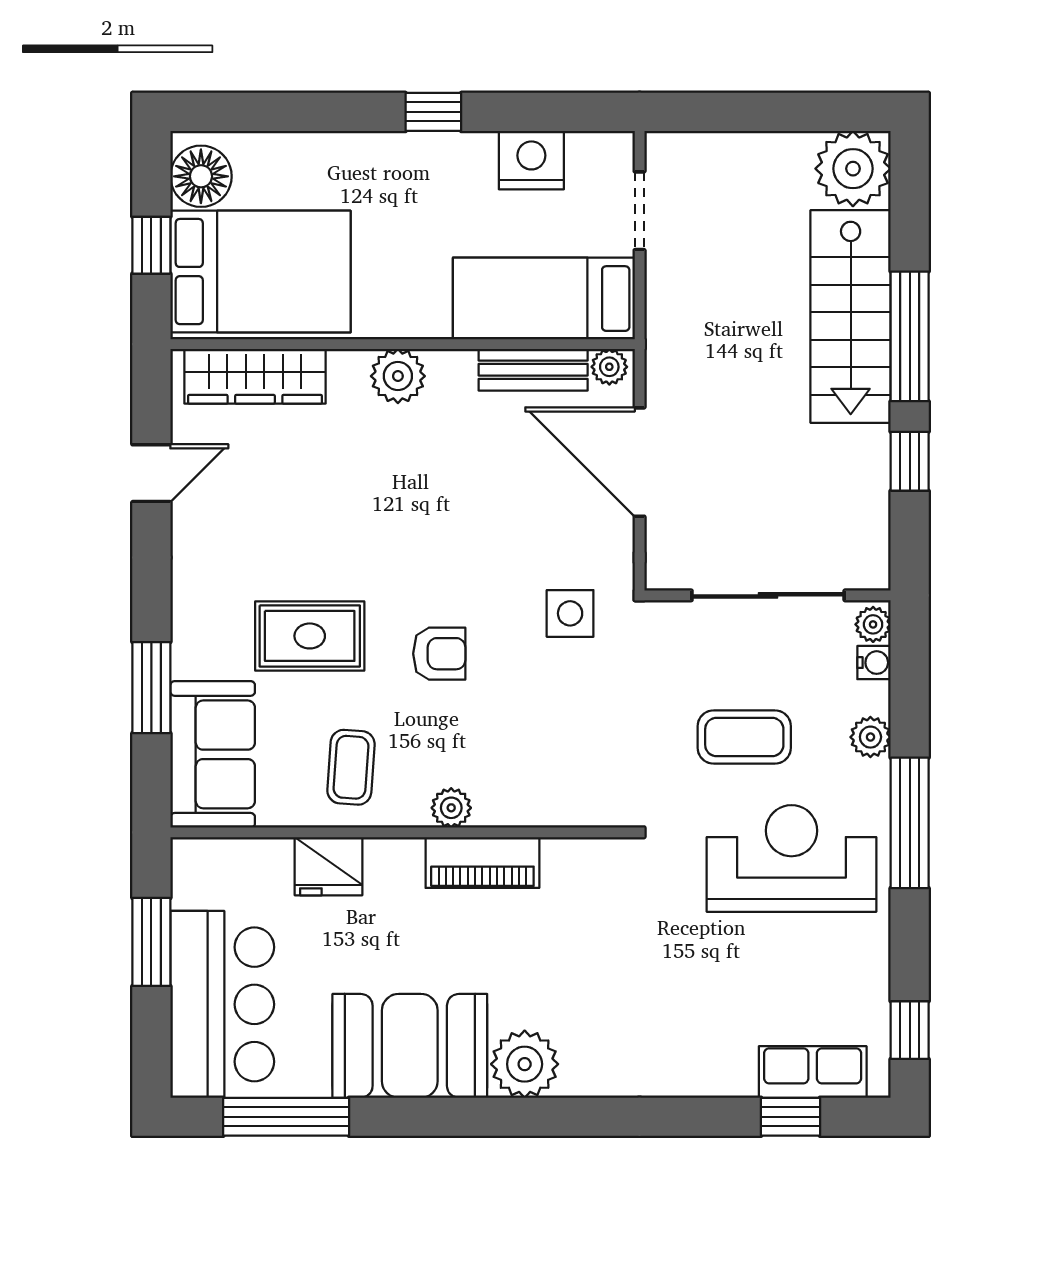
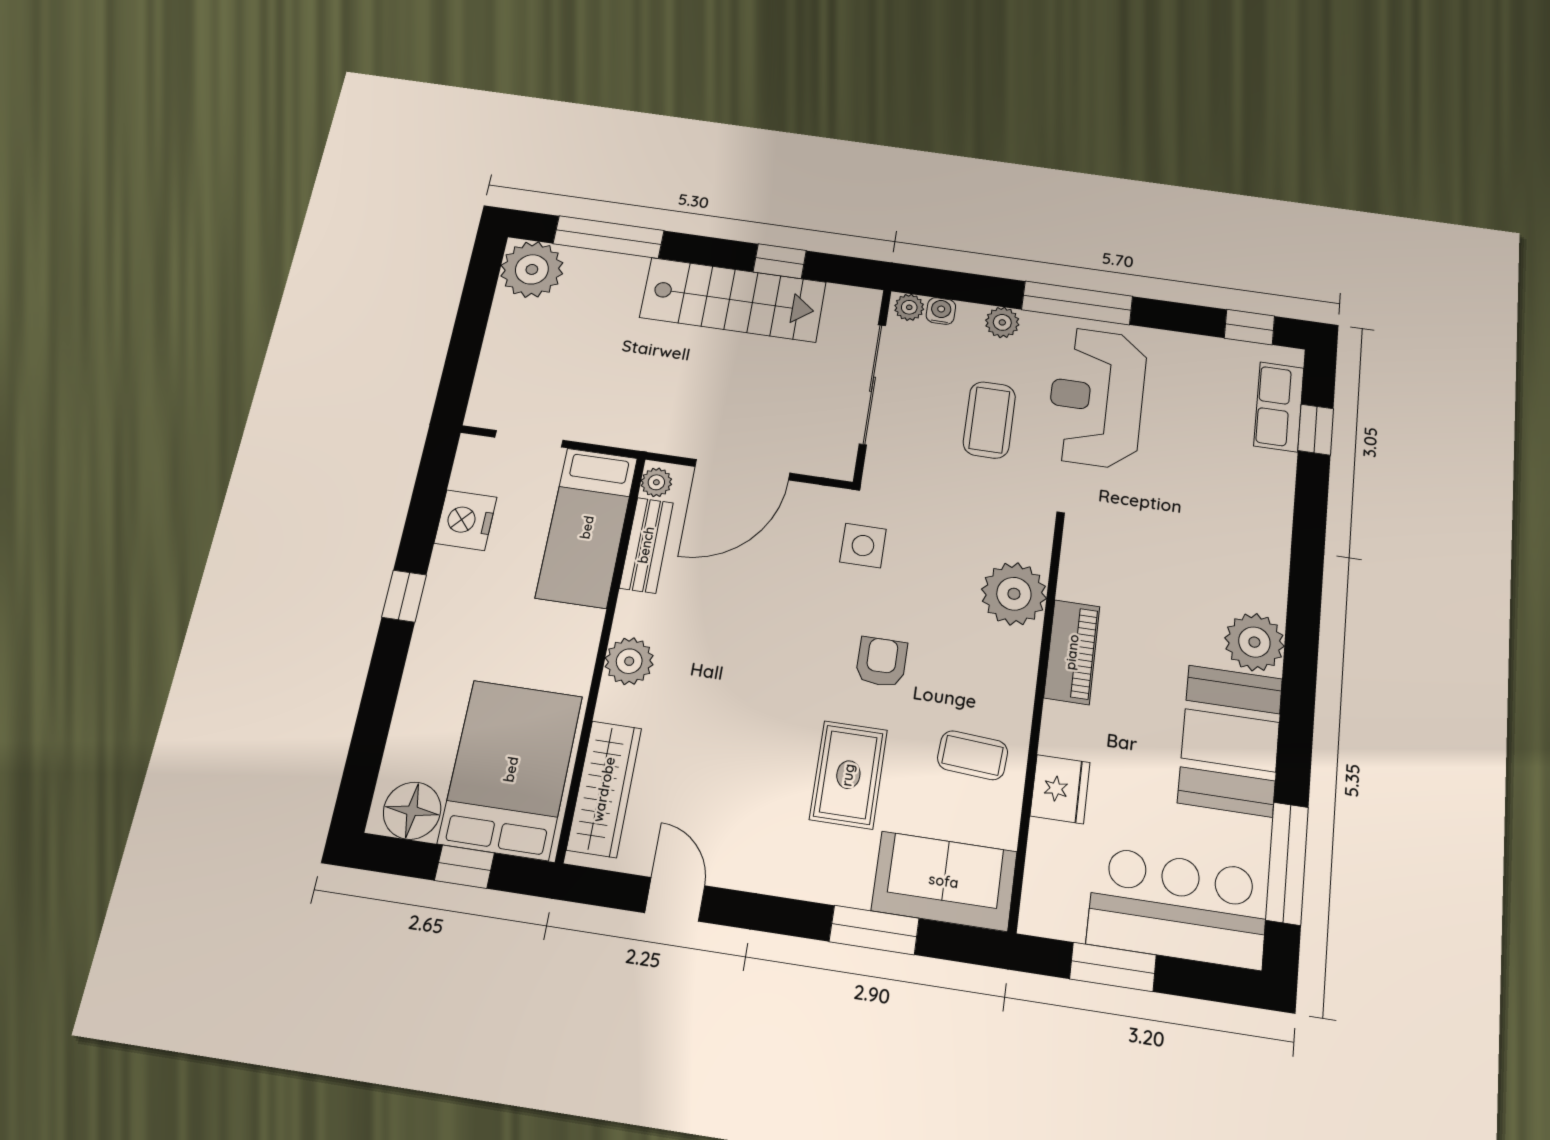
stairs: (851, 316) -> (733, 300), moved
window: (910, 336) -> (609, 237), moved
plant: (451, 808) -> (1014, 594), moved, width x1.88, depth x1.88

